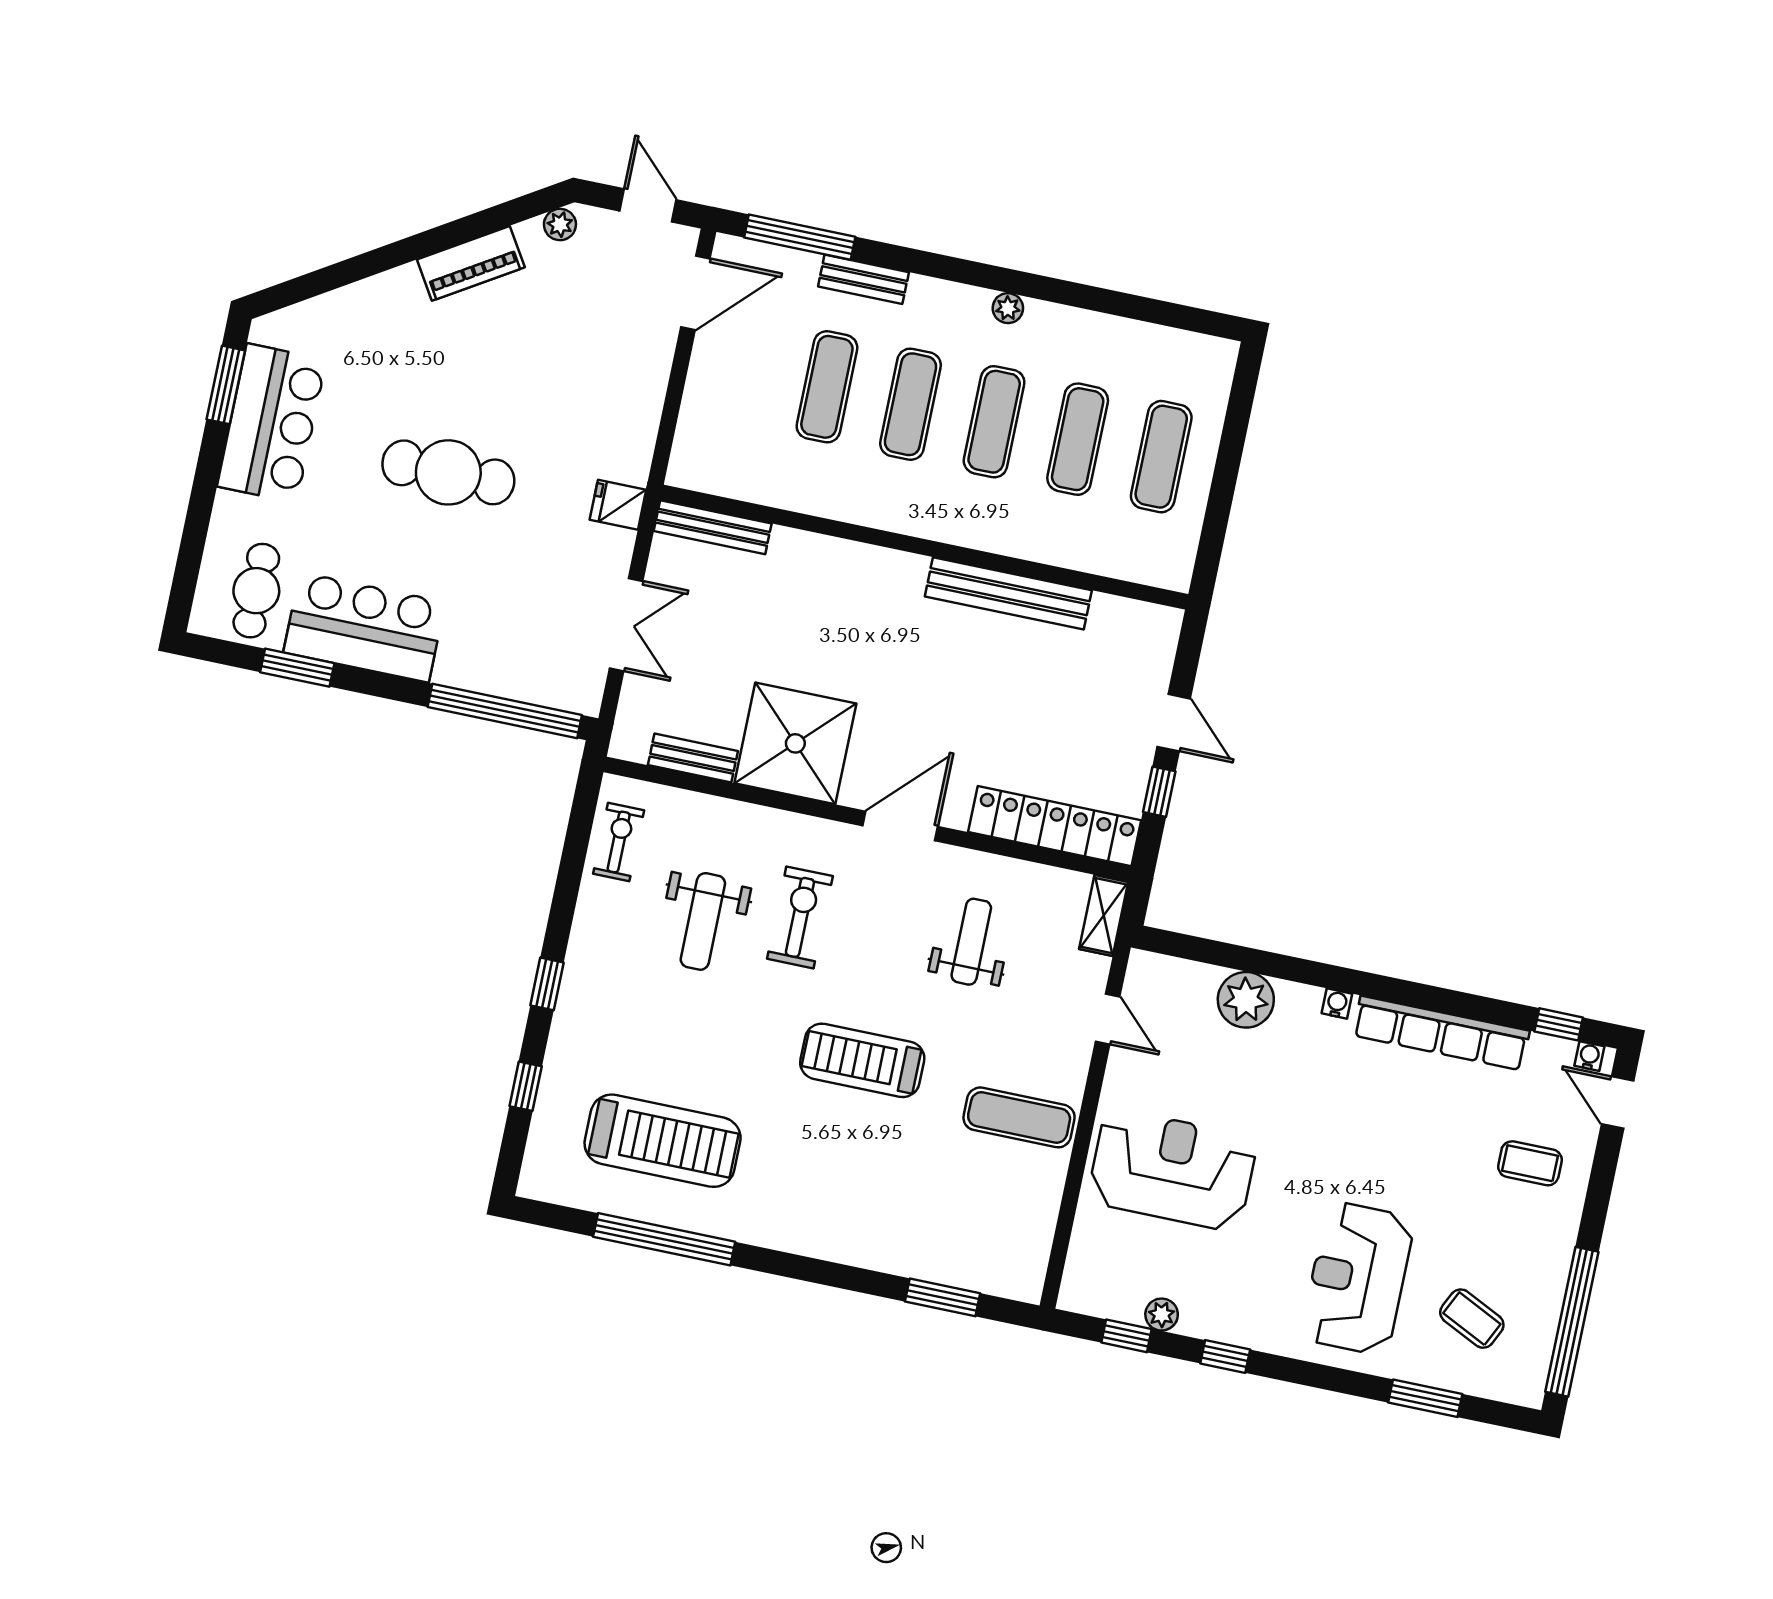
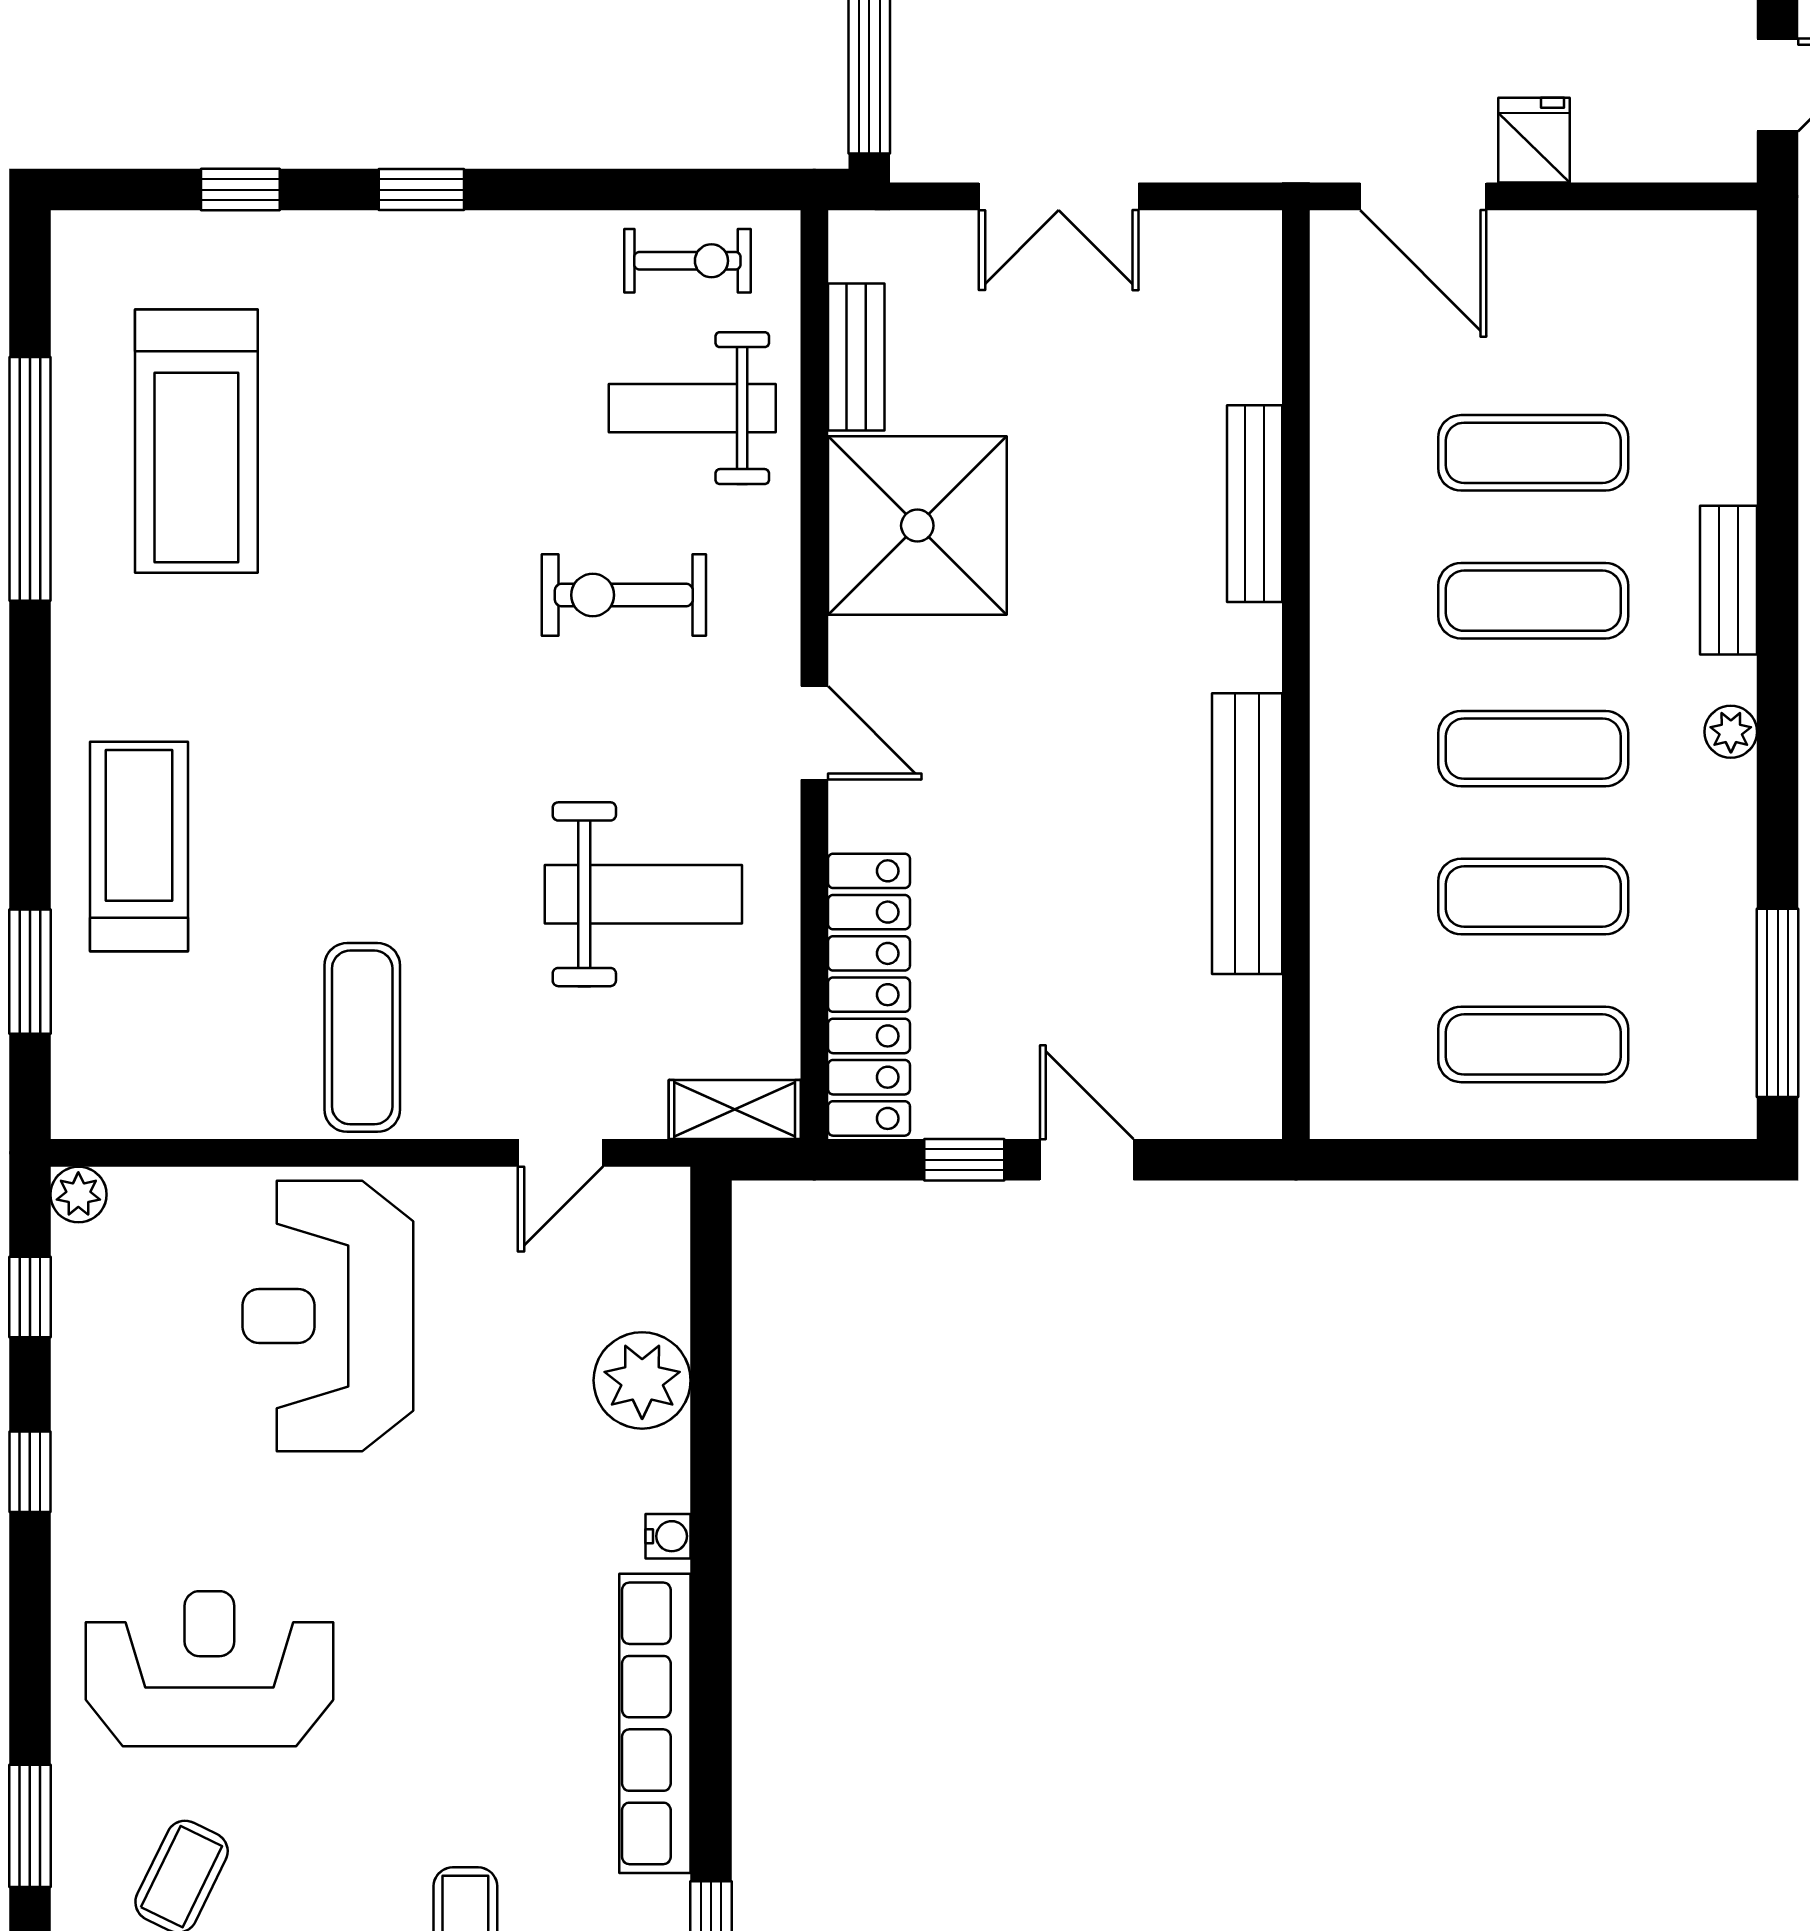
window: (800, 237) -> (1778, 1003), moved
bench: (863, 279) -> (1728, 580), moved
door: (695, 293) -> (1423, 196), moved
fridge: (618, 505) -> (1534, 140), moved
bench: (713, 527) -> (1255, 504), moved
door: (1174, 723) -> (1087, 1160), swing flipped
door: (900, 826) -> (814, 733), width x0.73
exercise bike: (800, 917) -> (624, 595), turned 180
weight bench: (703, 921) -> (692, 408), moved
weight bench: (971, 942) -> (643, 894), width x1.36, depth x1.33
treadmill: (862, 1060) -> (139, 846), moved
reception desk: (1172, 1170) -> (328, 1316), turned 180
plant: (1162, 1315) -> (78, 1195), moved

